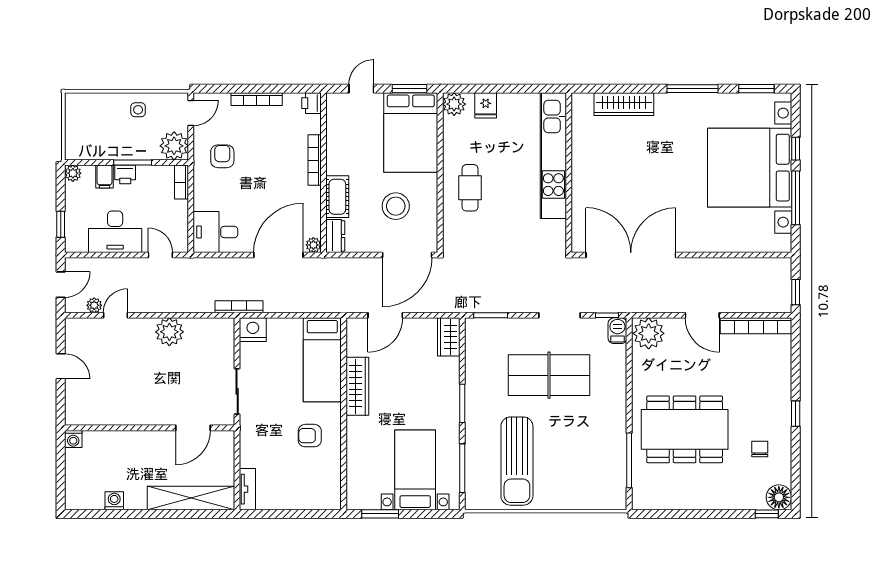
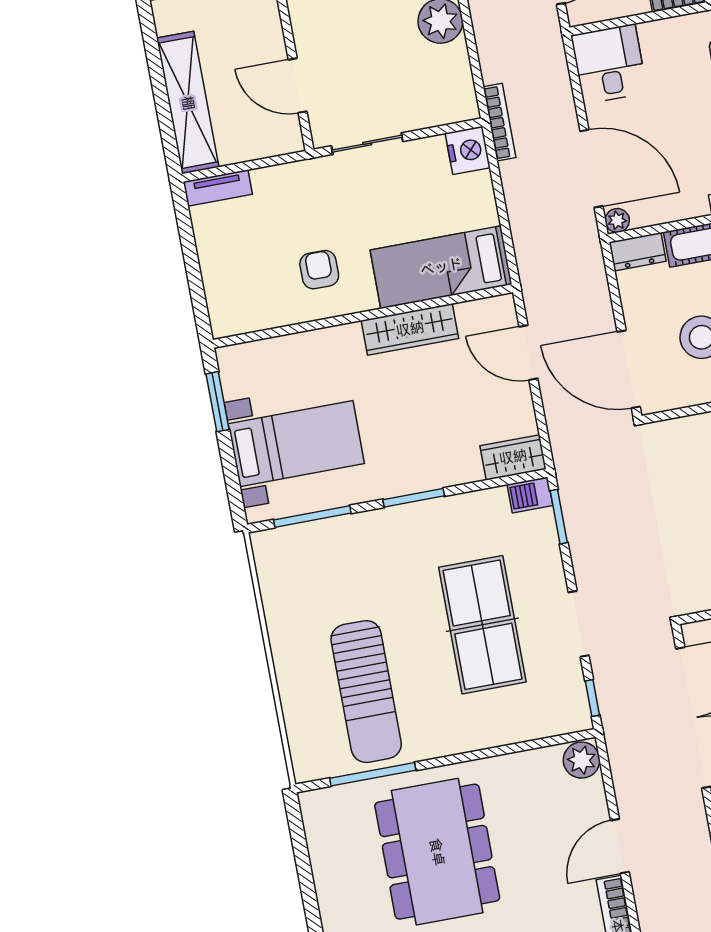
barbecue: (617, 331) -> (530, 495), moved, turned 180
plant: (649, 333) -> (582, 760), width x0.73, depth x0.73
sun lounger: (517, 461) -> (366, 692), moved, turned -90

